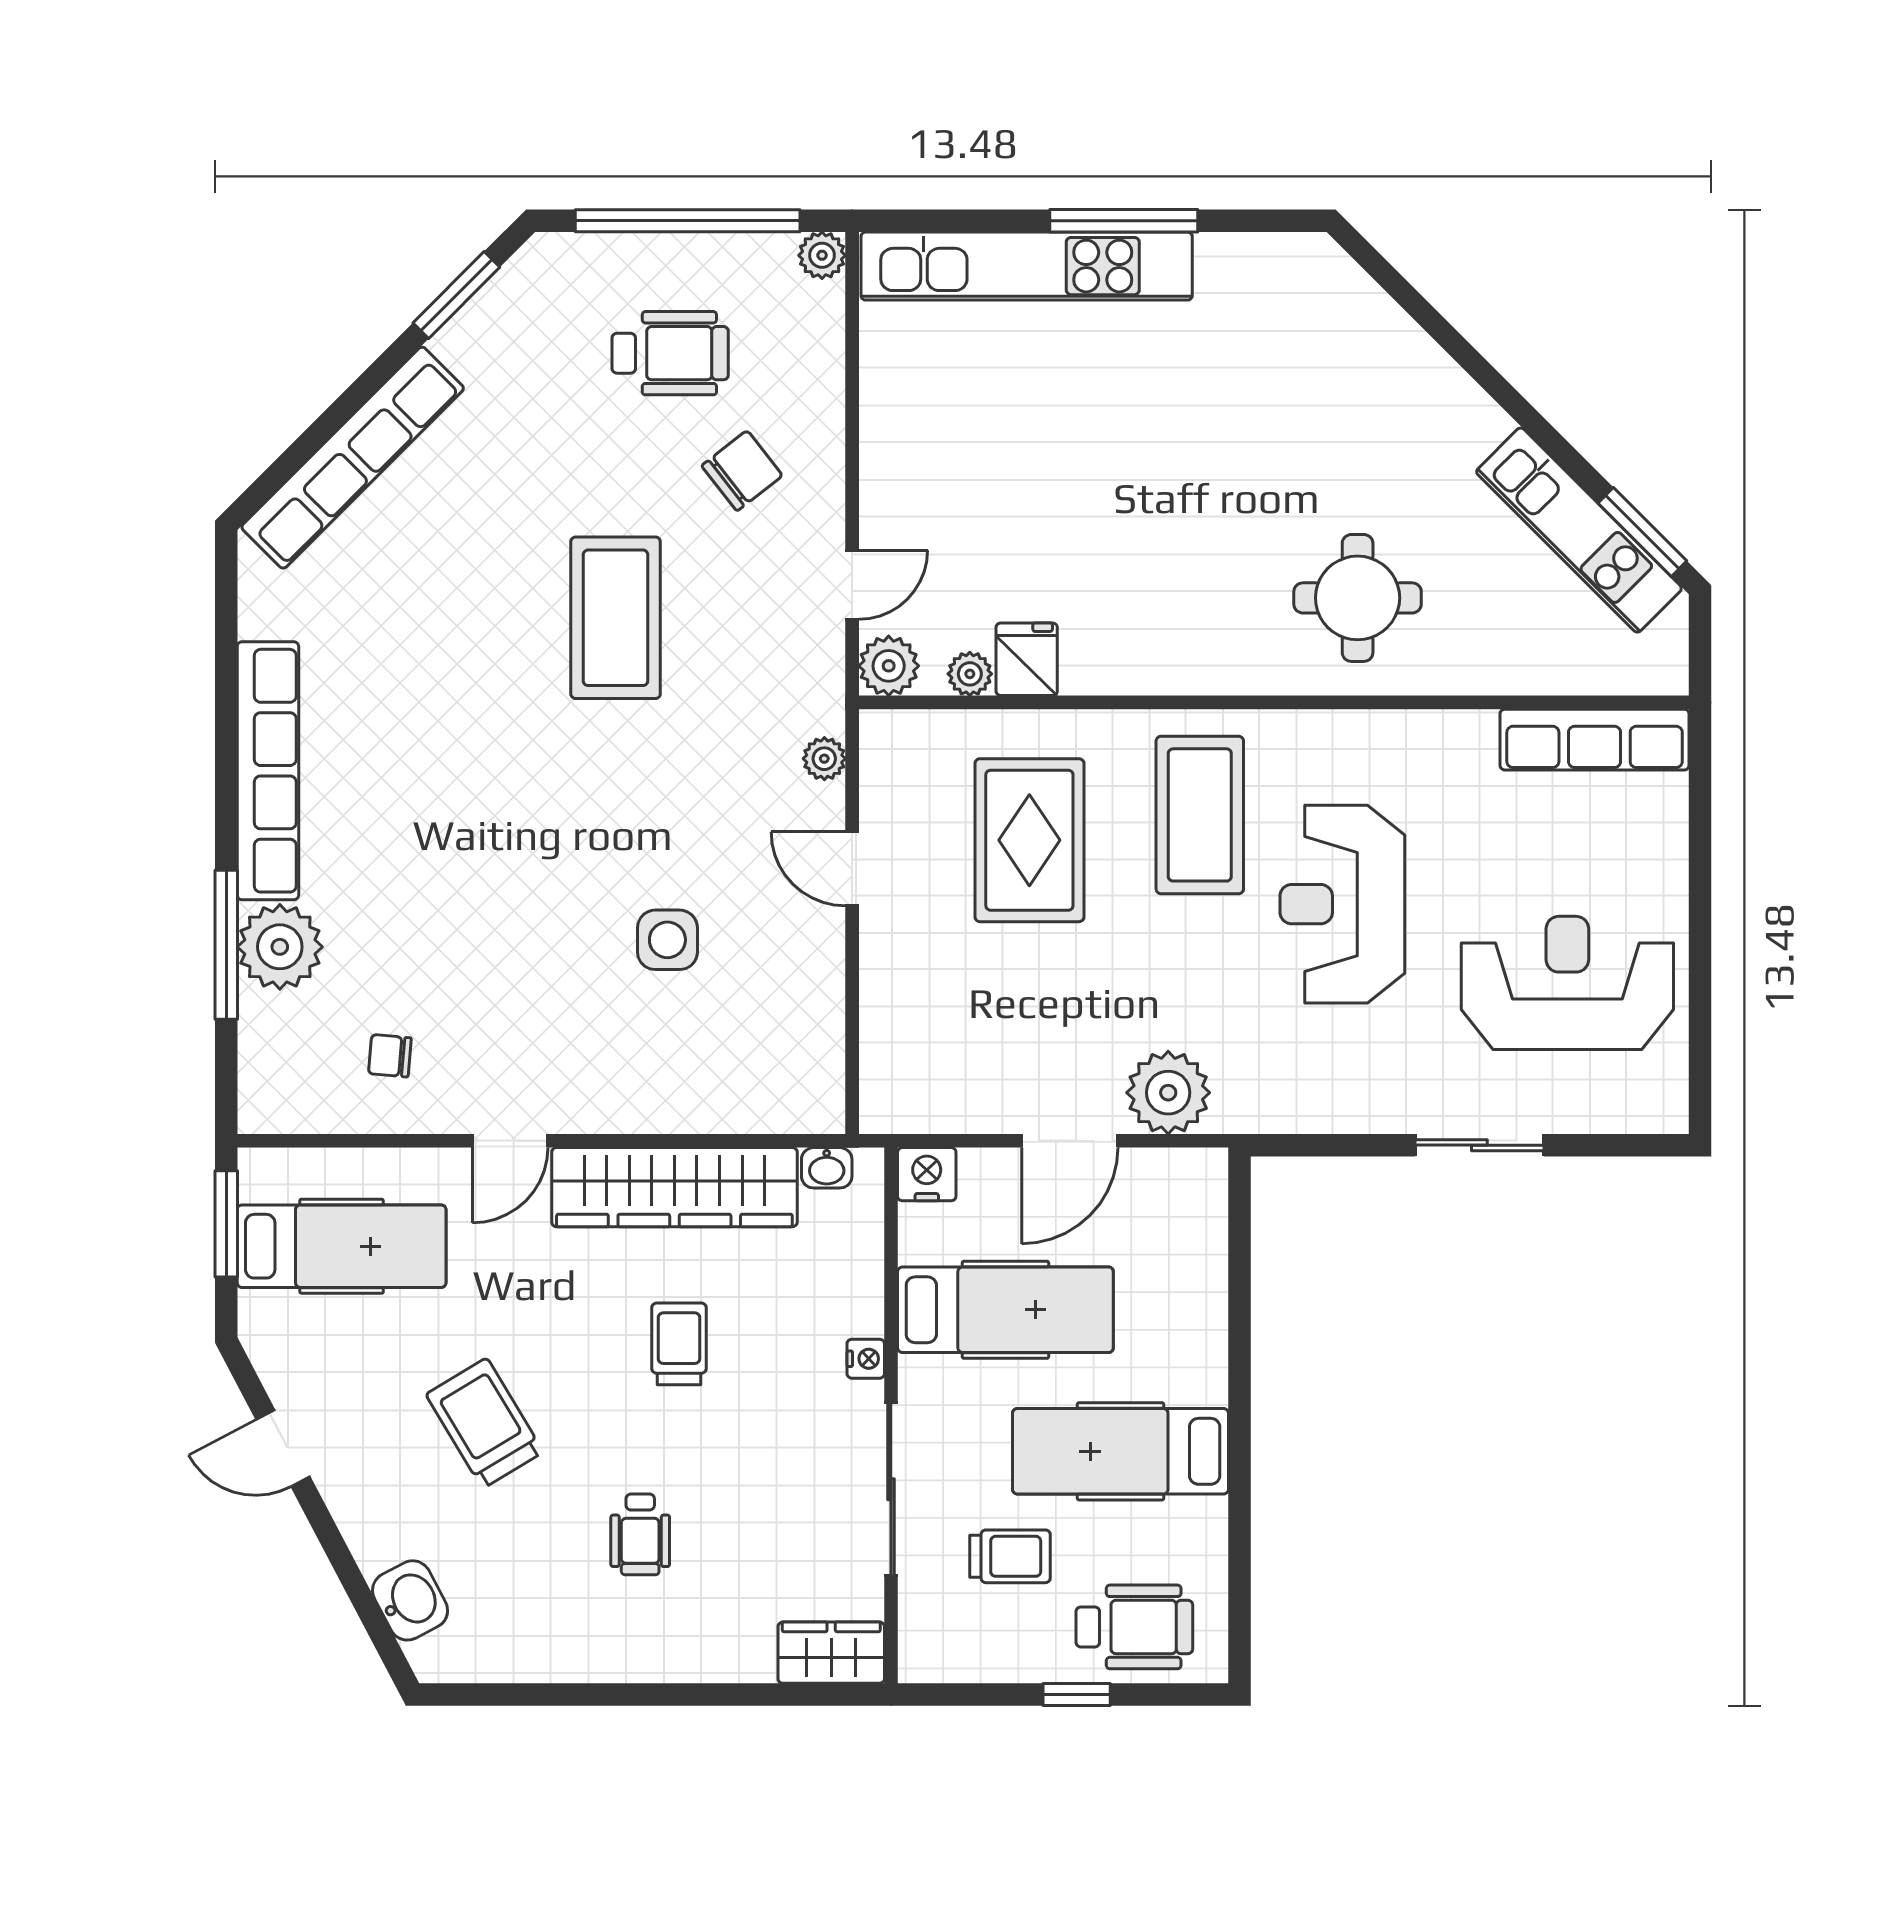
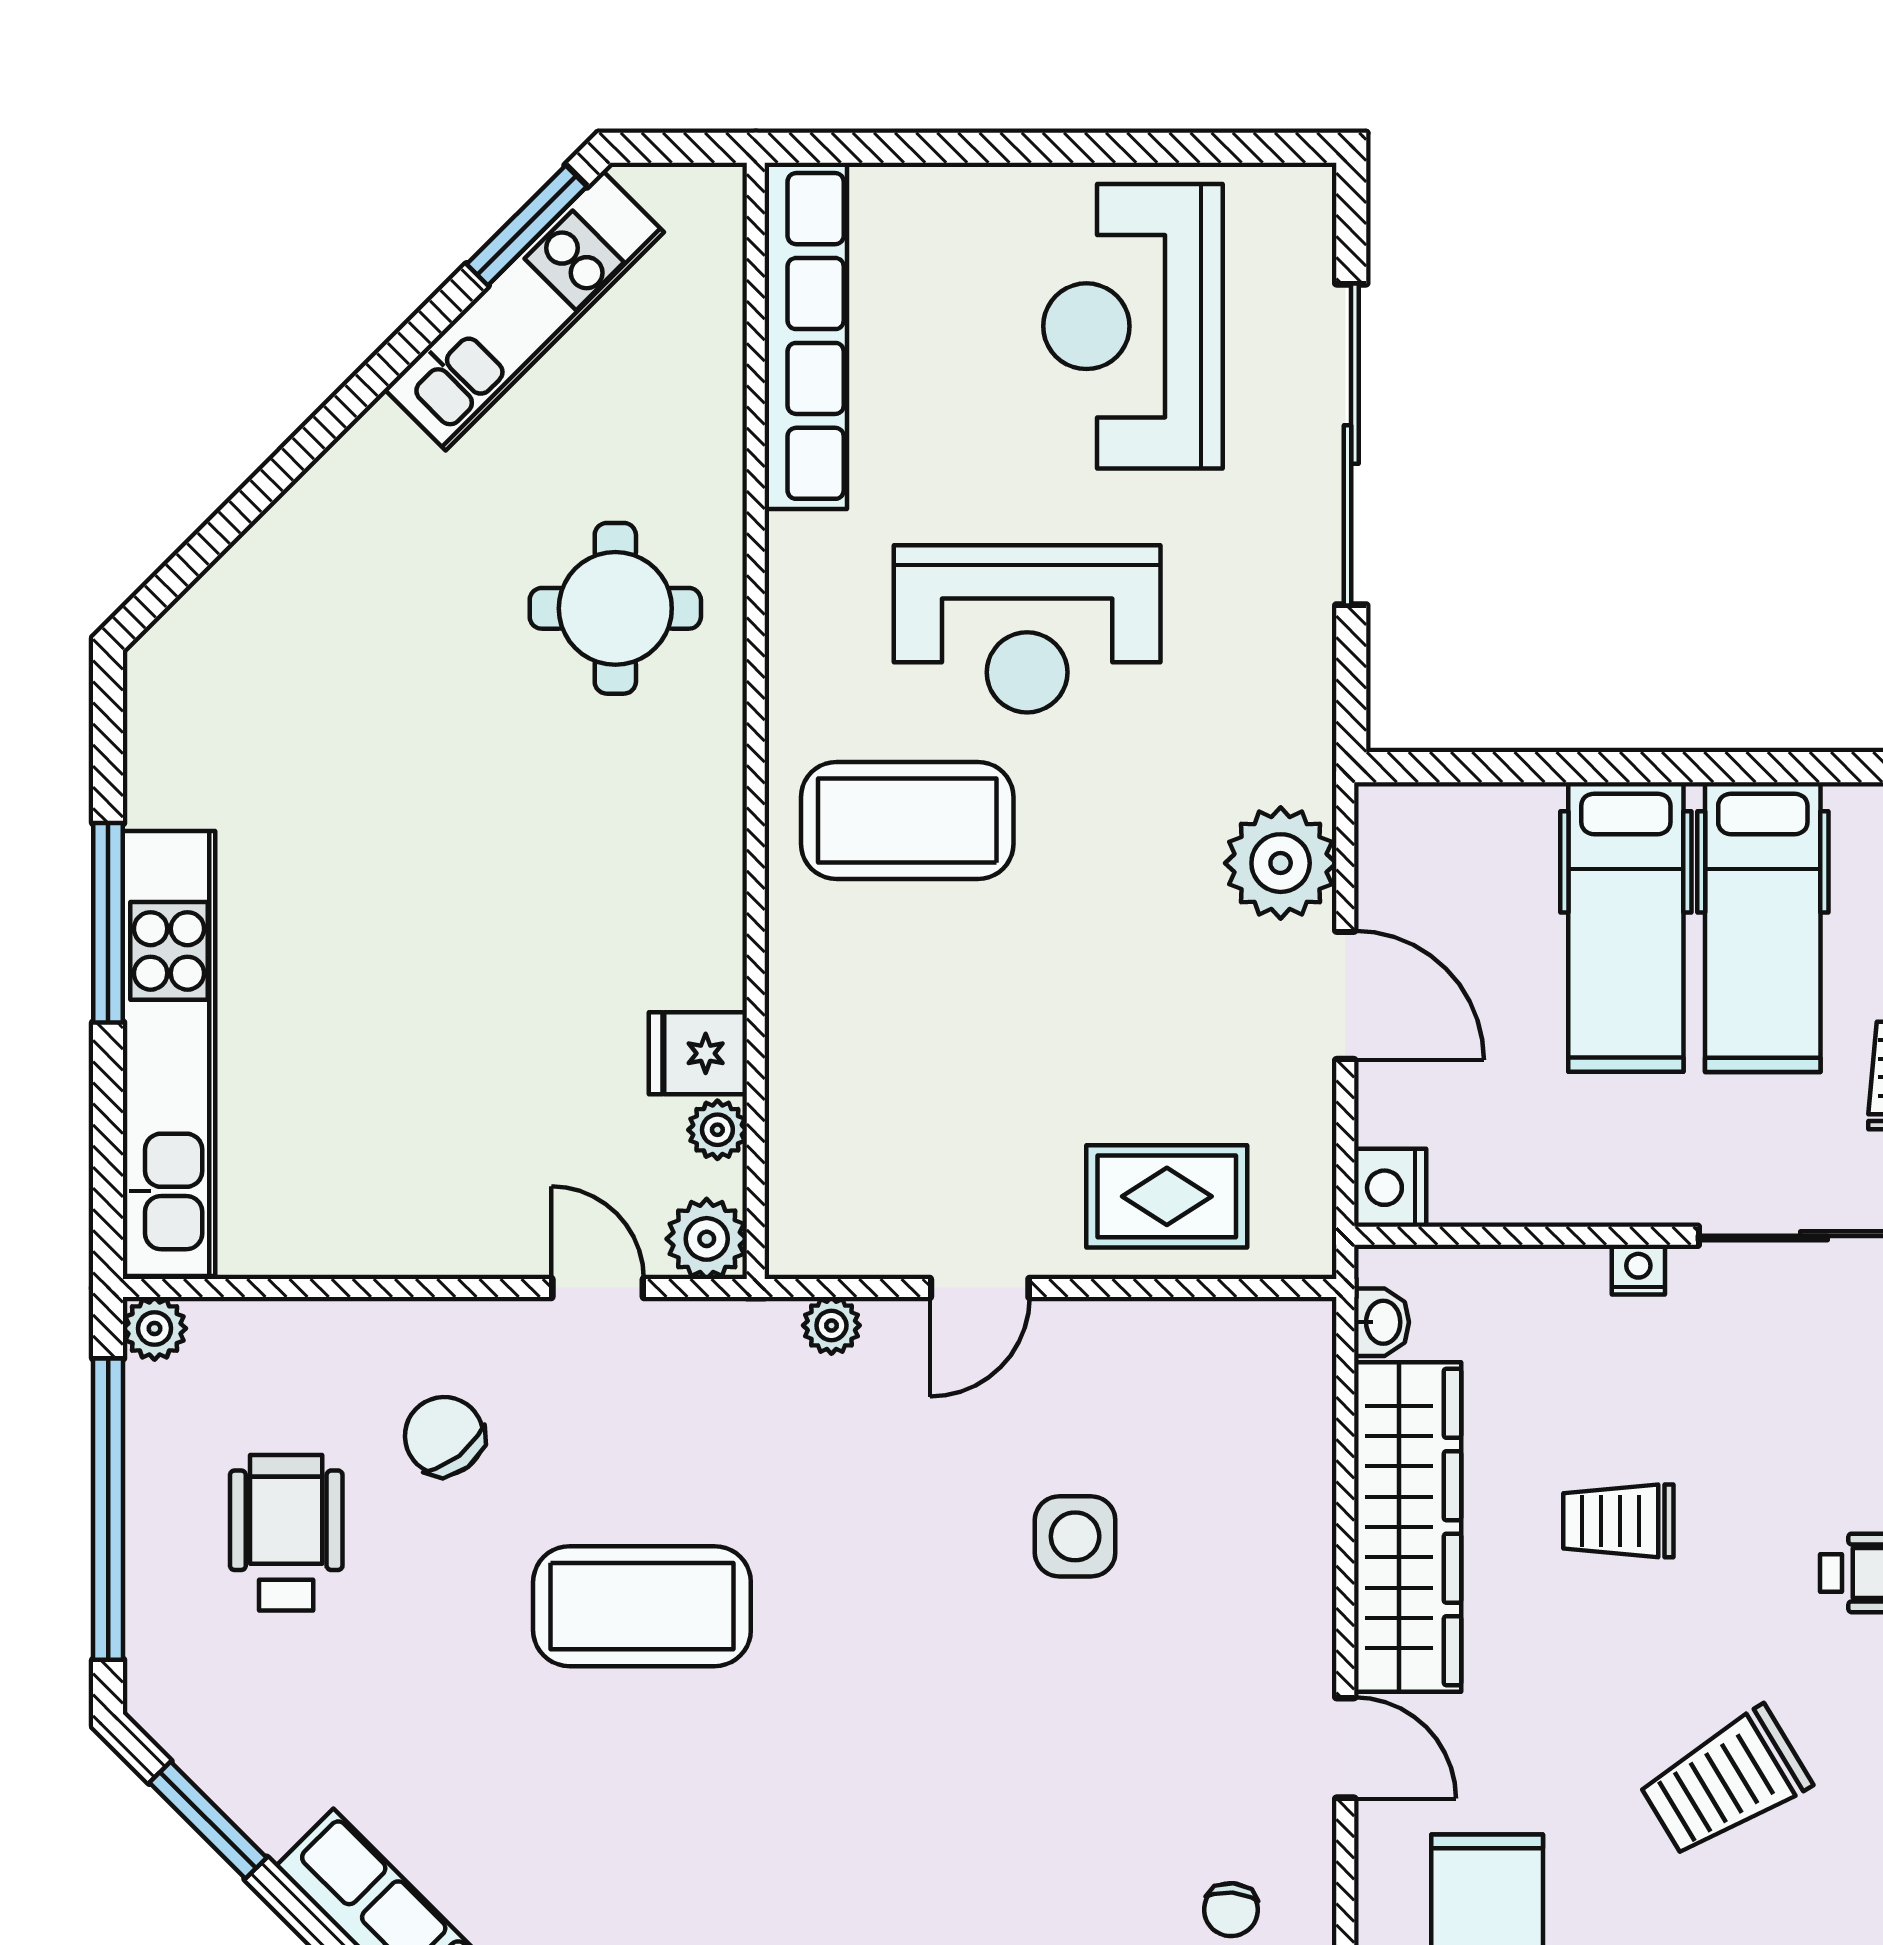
row of seats: (1595, 740) -> (806, 336), width x1.36
rug: (1029, 840) -> (1167, 1196), moved, width x0.73, depth x0.70
sliding door: (1479, 1145) -> (1351, 444), width x1.86
hospital bed: (1005, 1310) -> (1626, 927), moved, turned 180

